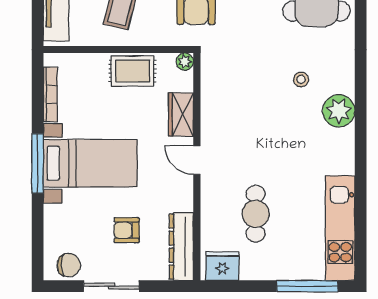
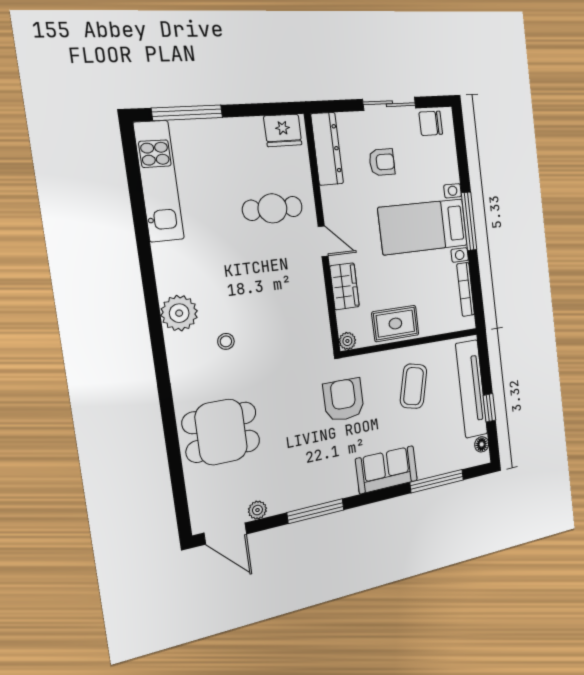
cafe table: (256, 214) -> (272, 208), moved, turned 90

